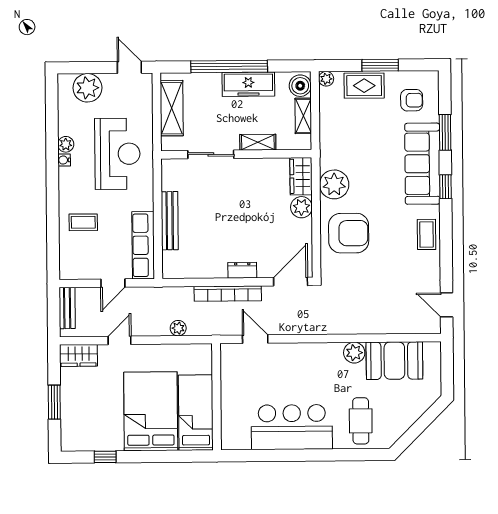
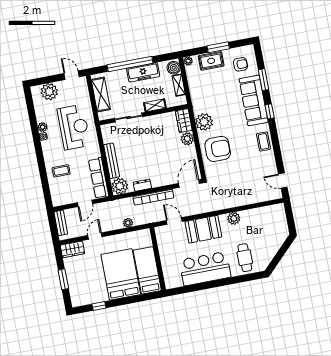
plant: (176, 265) -> (120, 186), added
dresser: (242, 270) -> (142, 185), moved
booth: (394, 361) -> (203, 229), moved

